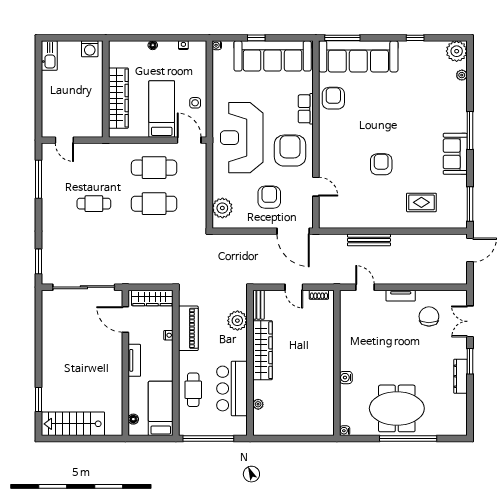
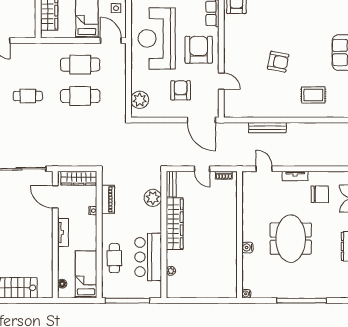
armchair: (381, 164) -> (278, 62), turned 101
chair: (429, 316) -> (320, 194), turned 90
piano: (188, 328) -> (108, 199), width x0.73, depth x0.75
meeting table: (397, 408) -> (291, 239), moved, turned 90

